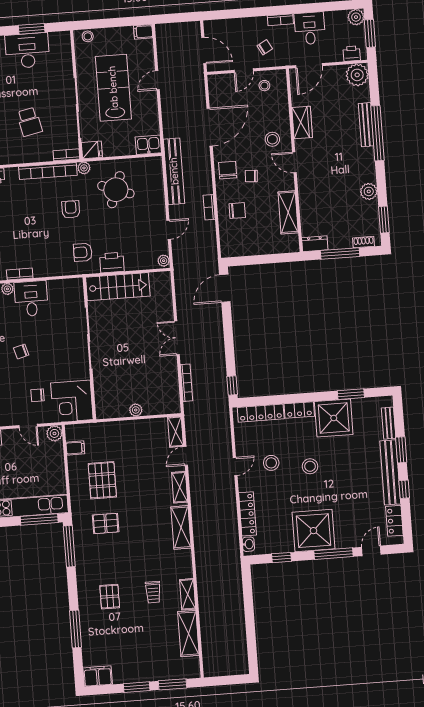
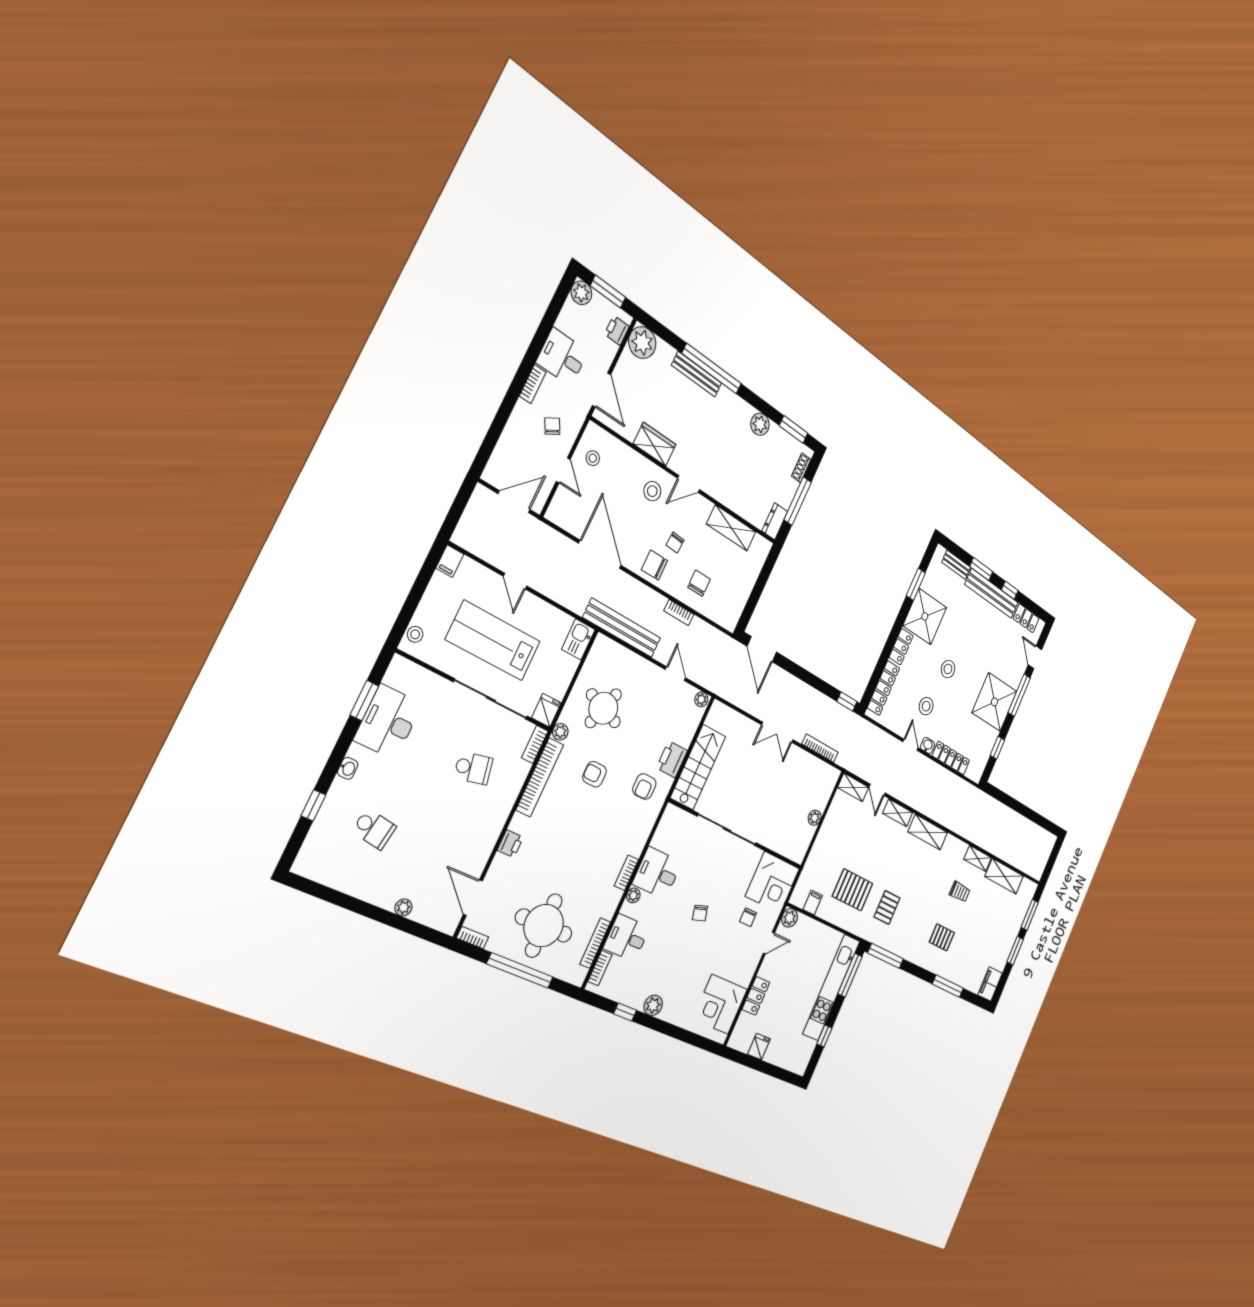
washbasin: (248, 544) -> (928, 745), moved

